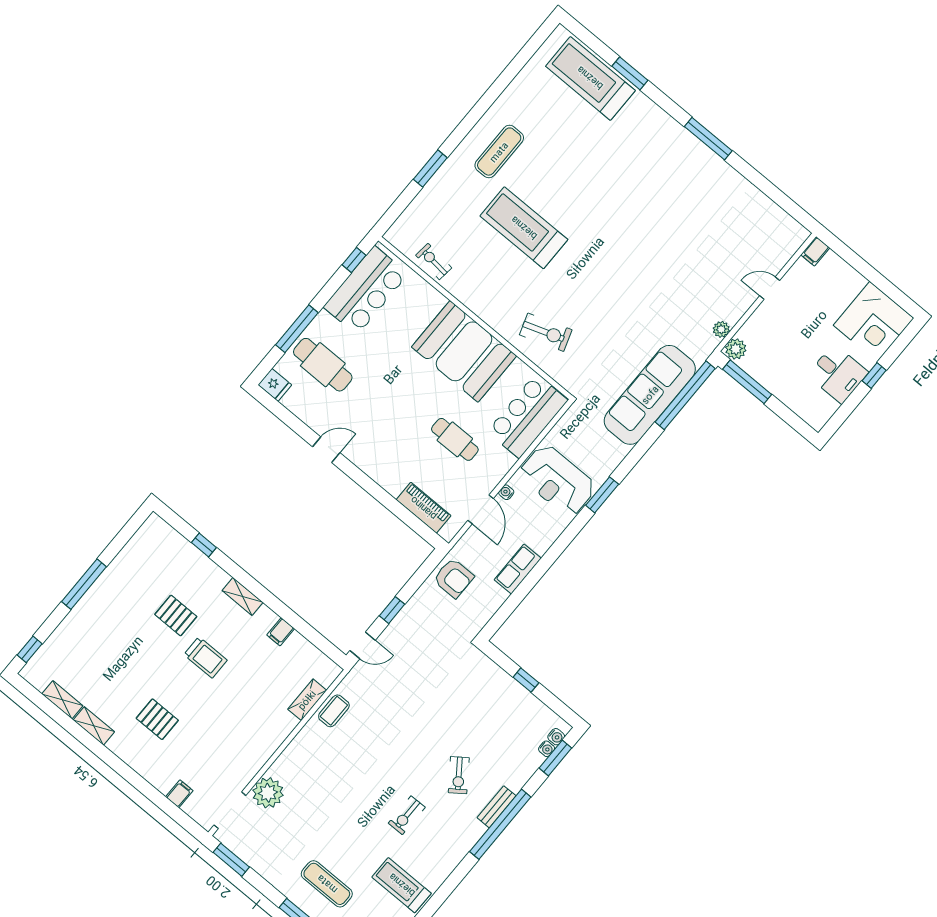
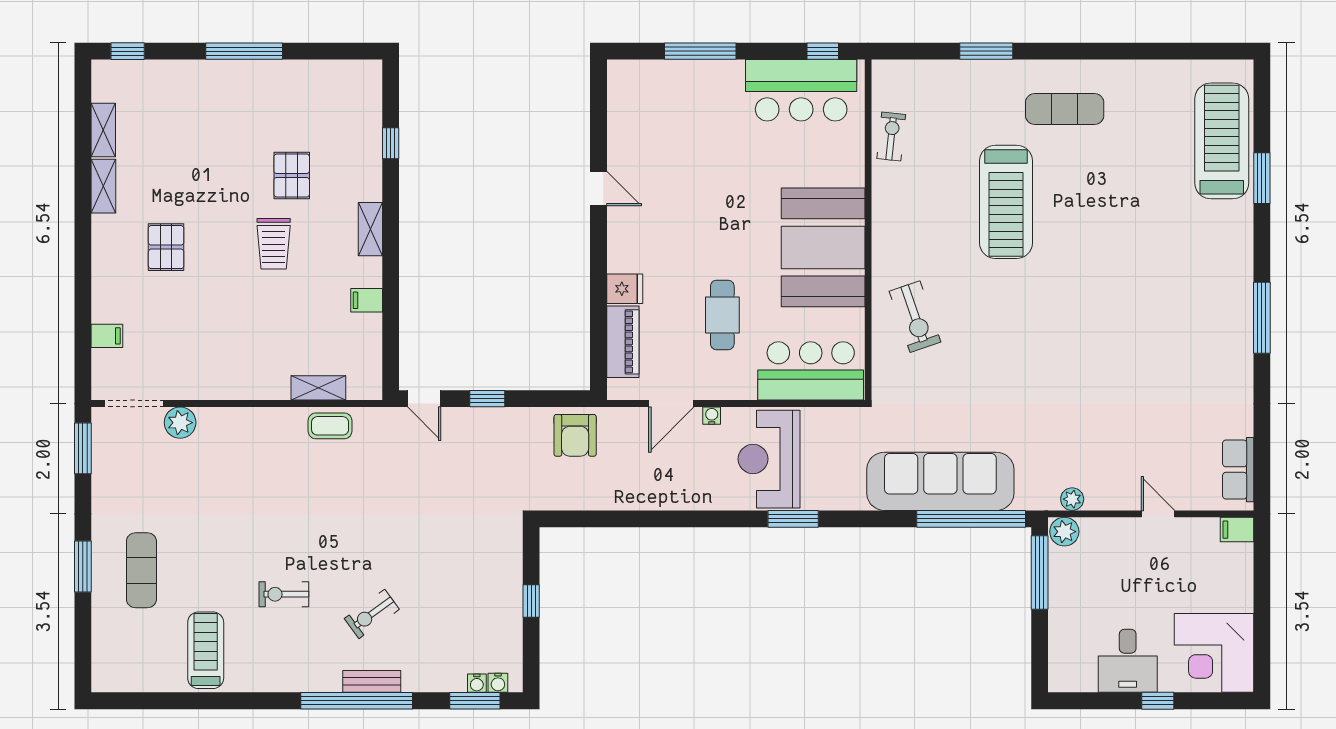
treadmill: (524, 228) -> (1006, 202), turned 180
cafe table: (323, 365) -> (685, 110), removed
fridge: (275, 385) -> (625, 289), moved, turned -90
row of seats: (518, 569) -> (1238, 470), moved, turned -90
plant: (268, 793) -> (180, 423), width x0.73, depth x0.73

